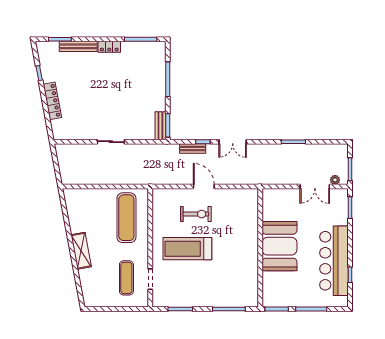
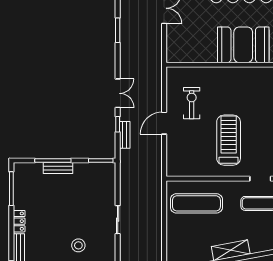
stool: (86, 104) -> (78, 245), added
bench: (160, 126) -> (58, 168), moved
exercise bike: (196, 214) -> (192, 103), moved
booth: (279, 246) -> (243, 45), moved
treadmill: (187, 249) -> (229, 140), turned 180

